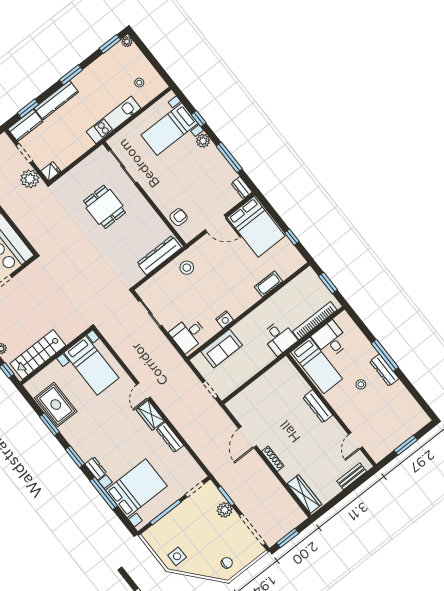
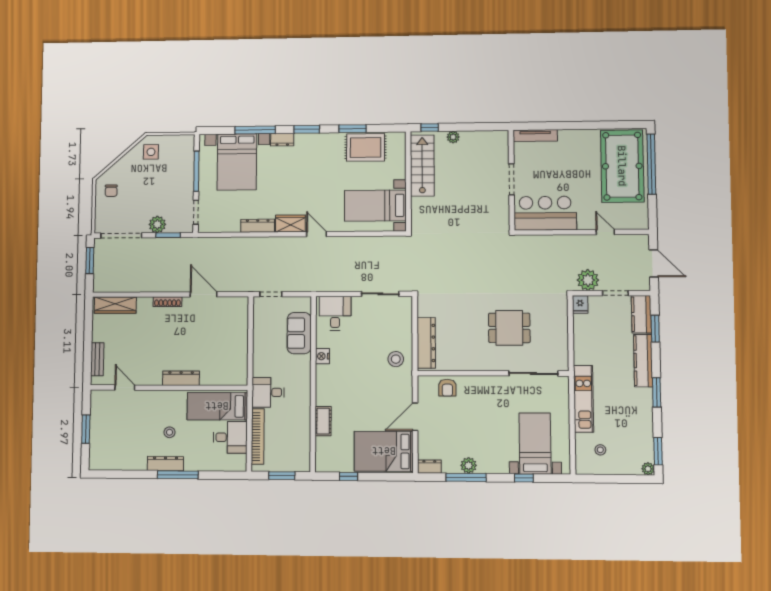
plant: (203, 141) -> (469, 465), moved

